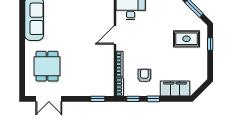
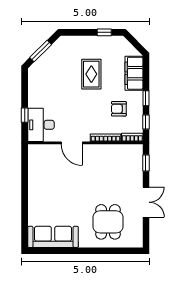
rug: (186, 39) -> (91, 74), moved
window: (210, 44) -> (104, 32), moved
dining table: (47, 66) -> (108, 222), turned 90
double door: (49, 99) -> (146, 202), moved

